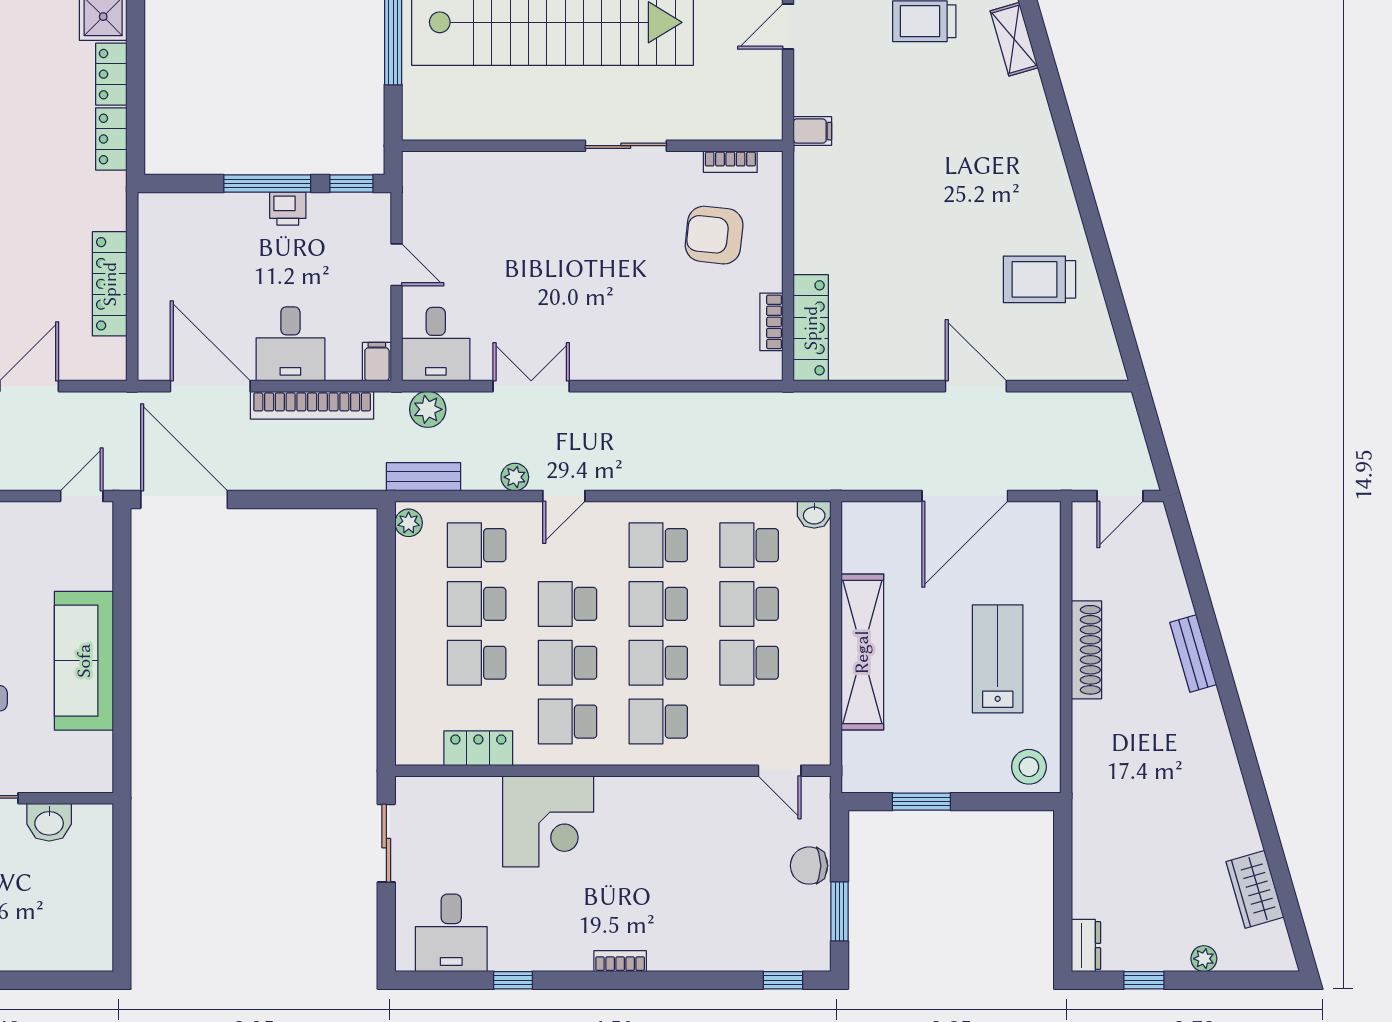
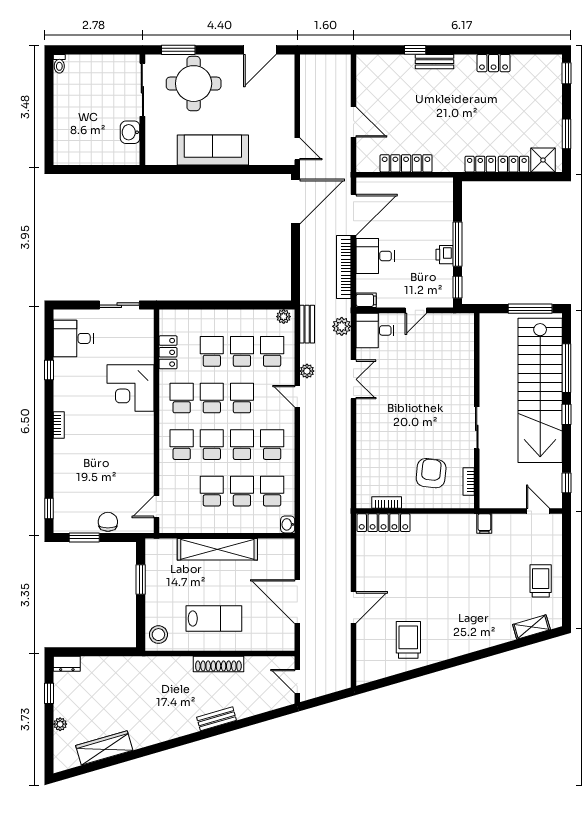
wardrobe: (1255, 889) -> (104, 748), width x1.50

